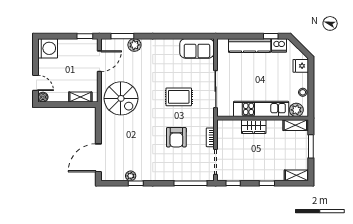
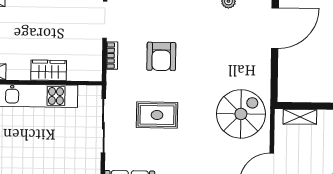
spiral stairs: (121, 98) -> (241, 114), turned 90
armchair: (176, 137) -> (161, 56), turned 180

